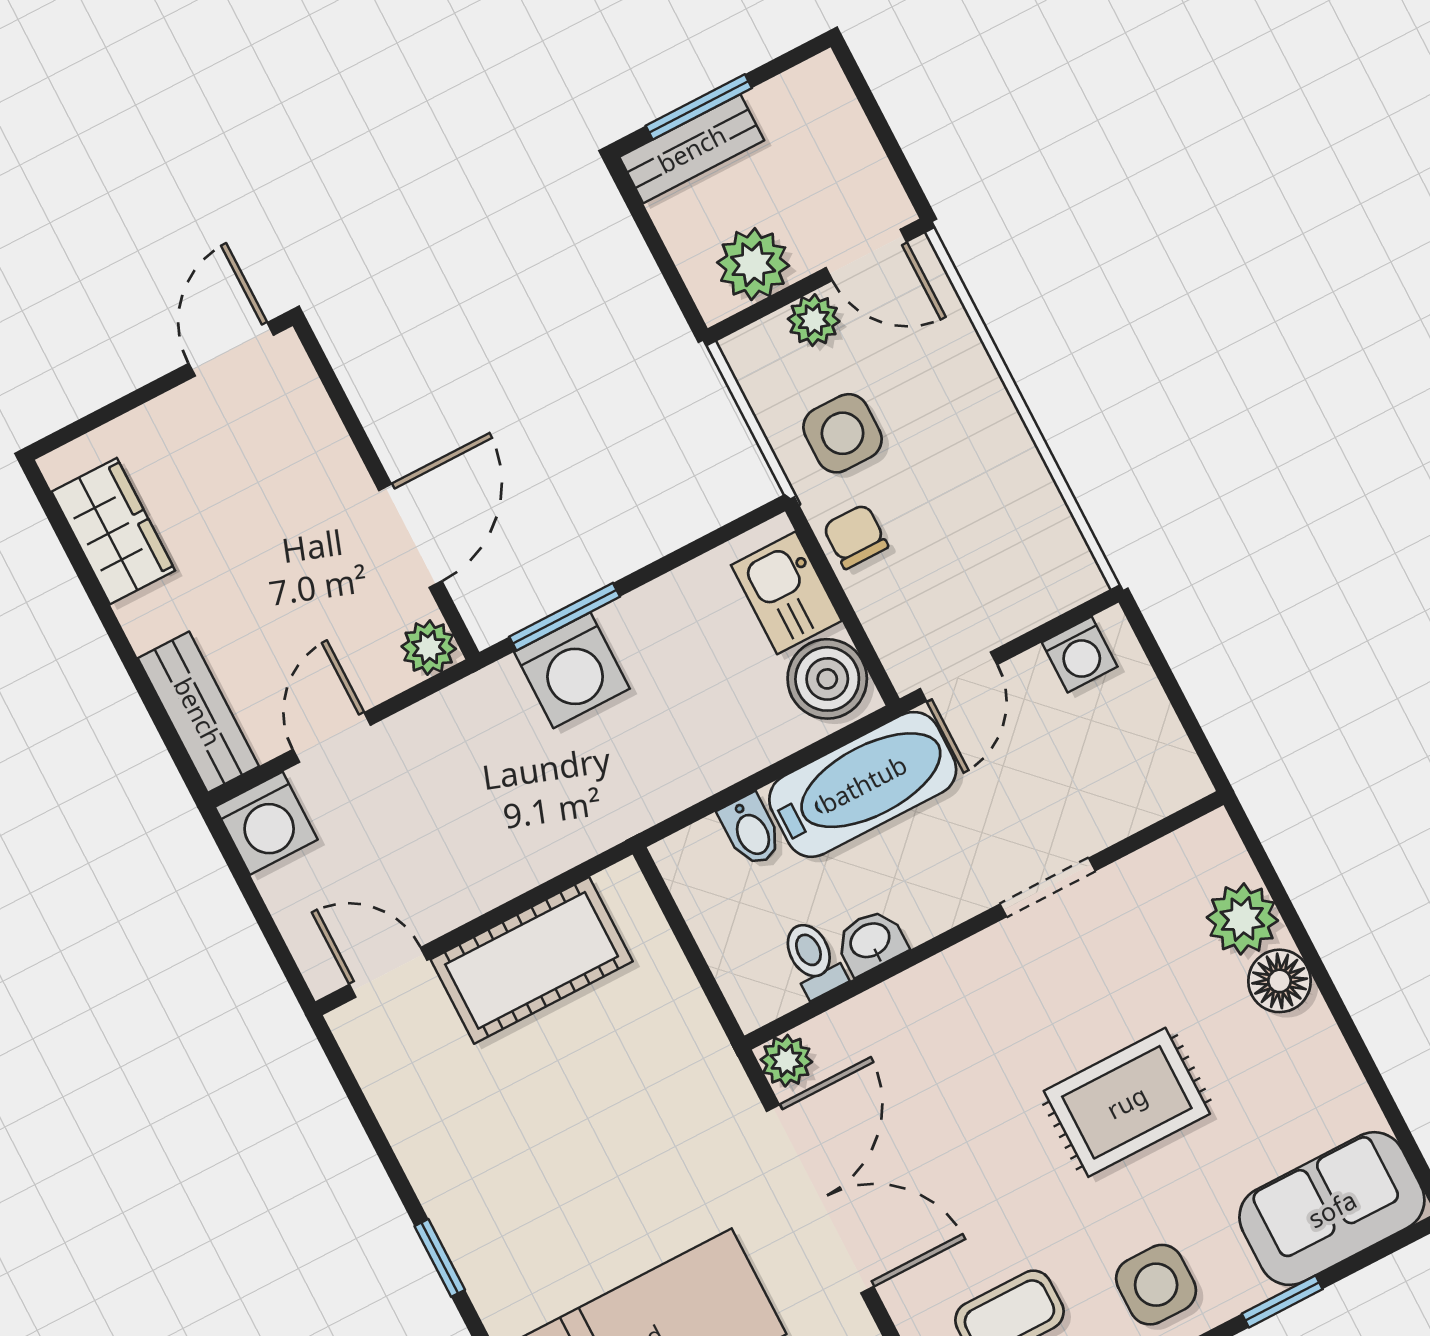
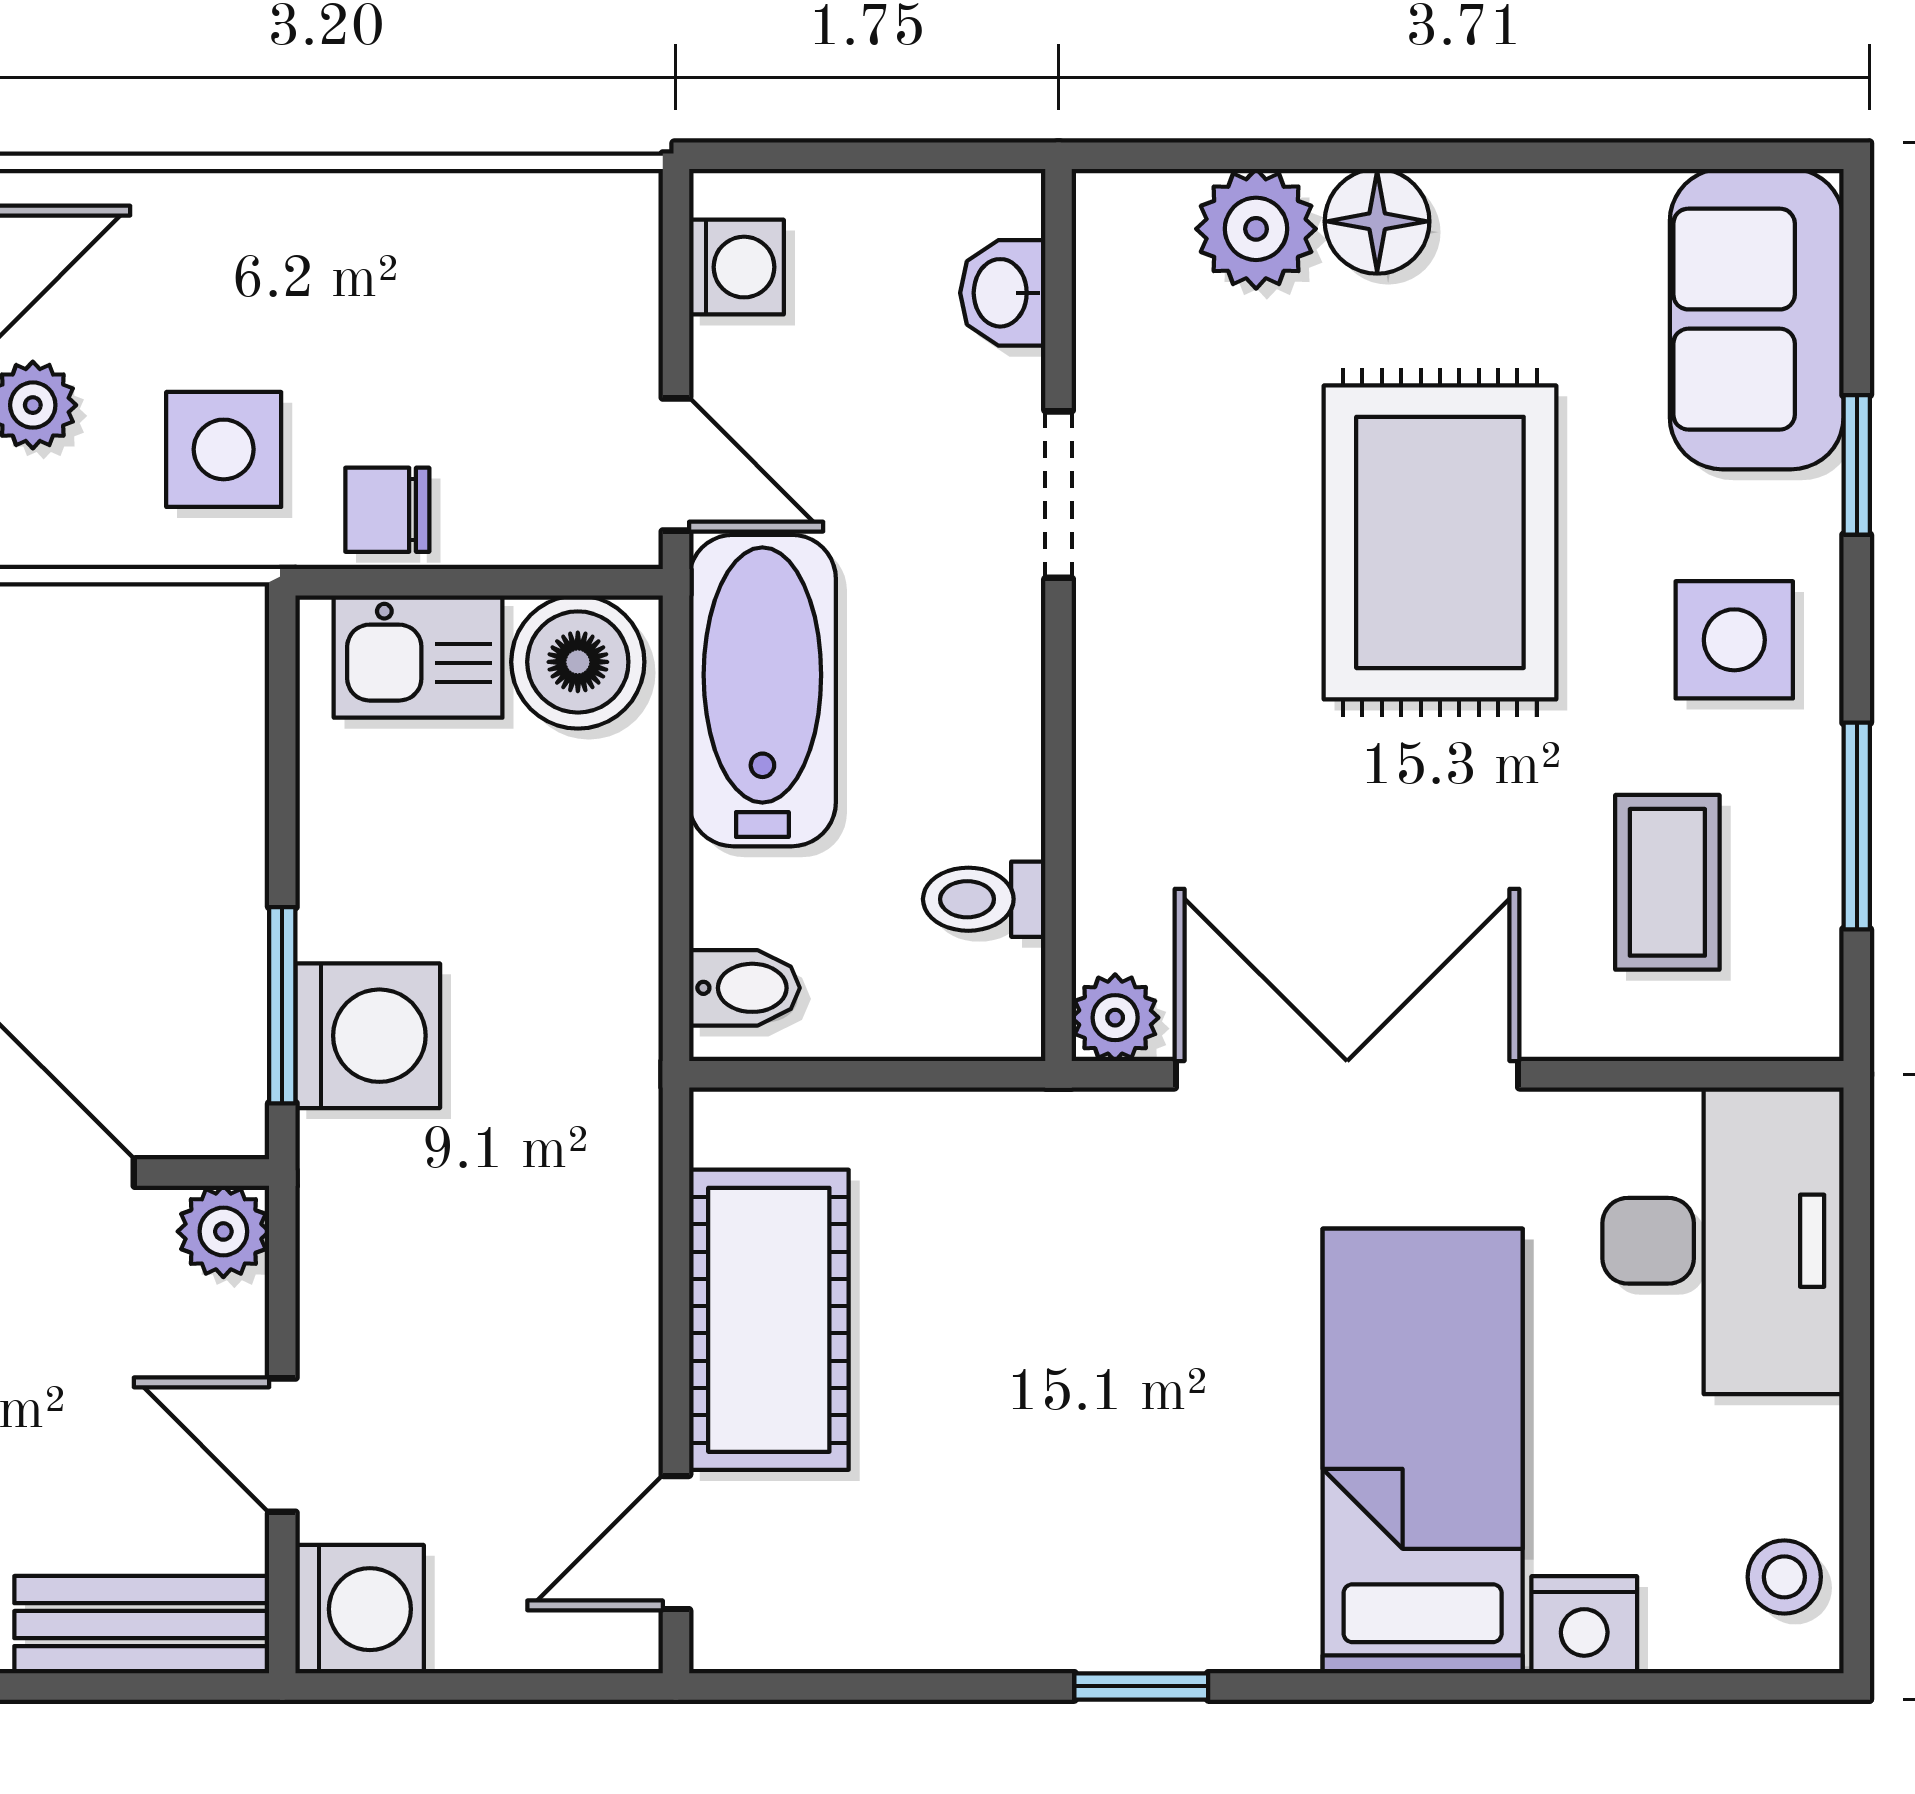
bidet: (751, 830) -> (744, 988), moved
washbasin: (871, 942) -> (1003, 293), moved
rug: (1127, 1102) -> (1440, 542), width x1.36, depth x1.43

